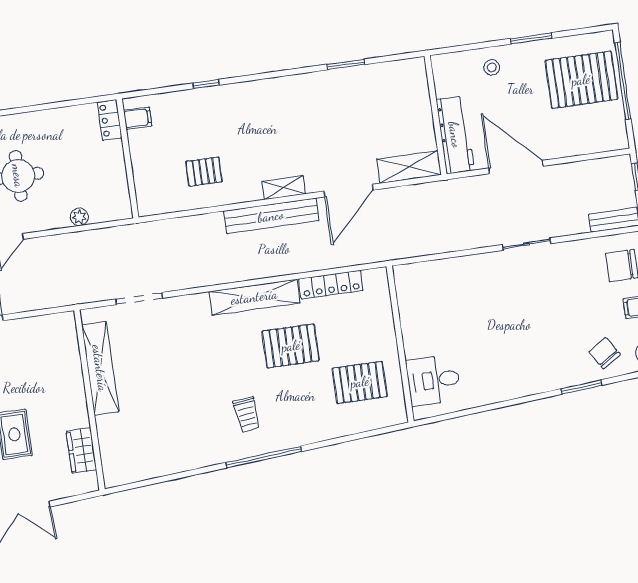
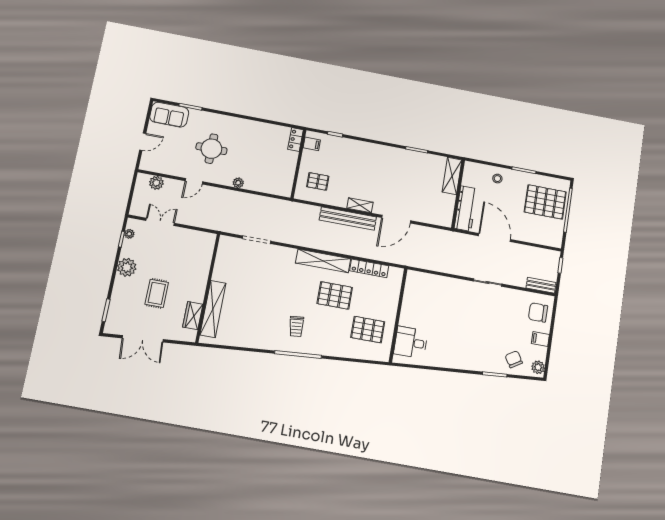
filing cabinet: (138, 118) -> (312, 144), moved
locker: (110, 120) -> (296, 140), moved
wall: (128, 158) -> (298, 164), moved
shelving: (409, 167) -> (452, 176), moved, turned 90
shelving: (100, 368) -> (213, 309), moved

